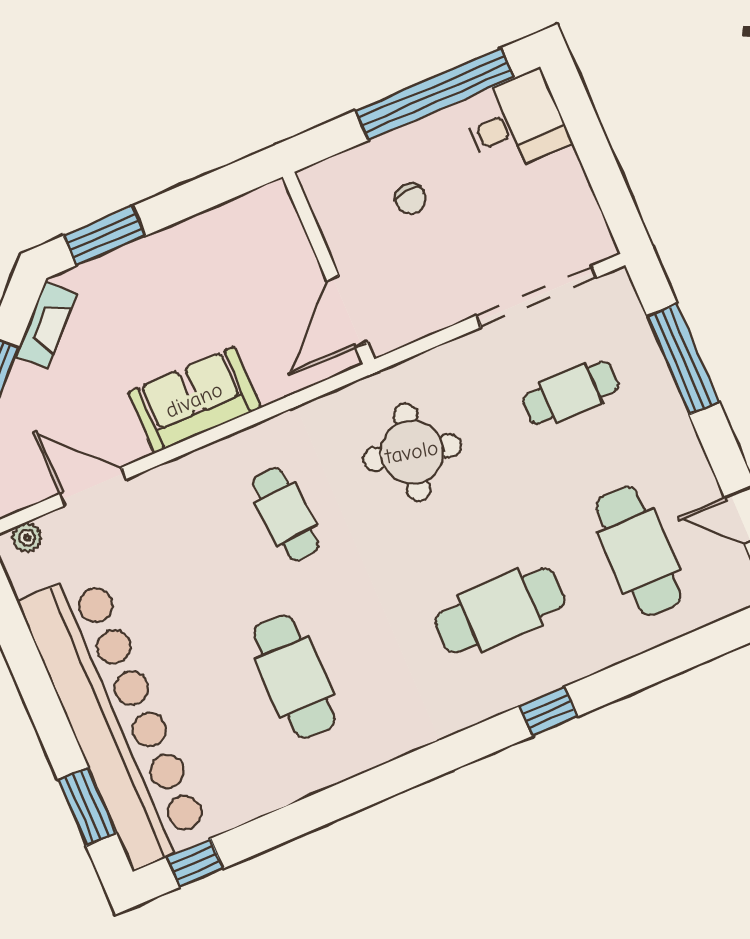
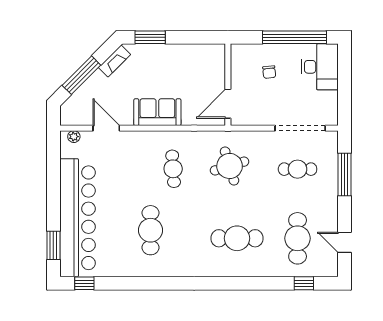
desk: (515, 123) -> (320, 67), width x1.37
round table: (412, 452) -> (230, 166), turned -30
window: (549, 711) -> (304, 283), moved

